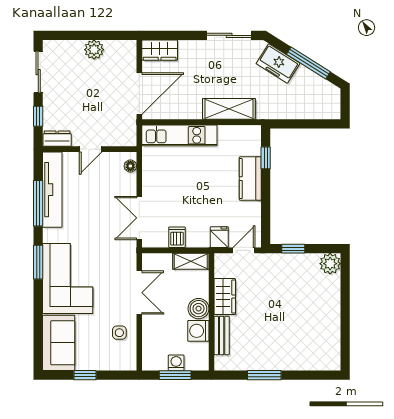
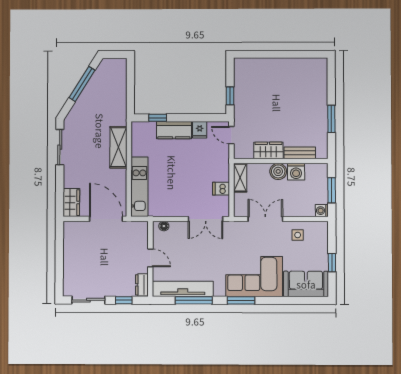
plant: (94, 50) -> (71, 255), removed
freezer: (278, 63) -> (82, 108), removed
fridge: (219, 237) -> (200, 130), moved, turned -90
plant: (330, 264) -> (242, 66), removed
washing machine: (176, 363) -> (322, 211), moved

